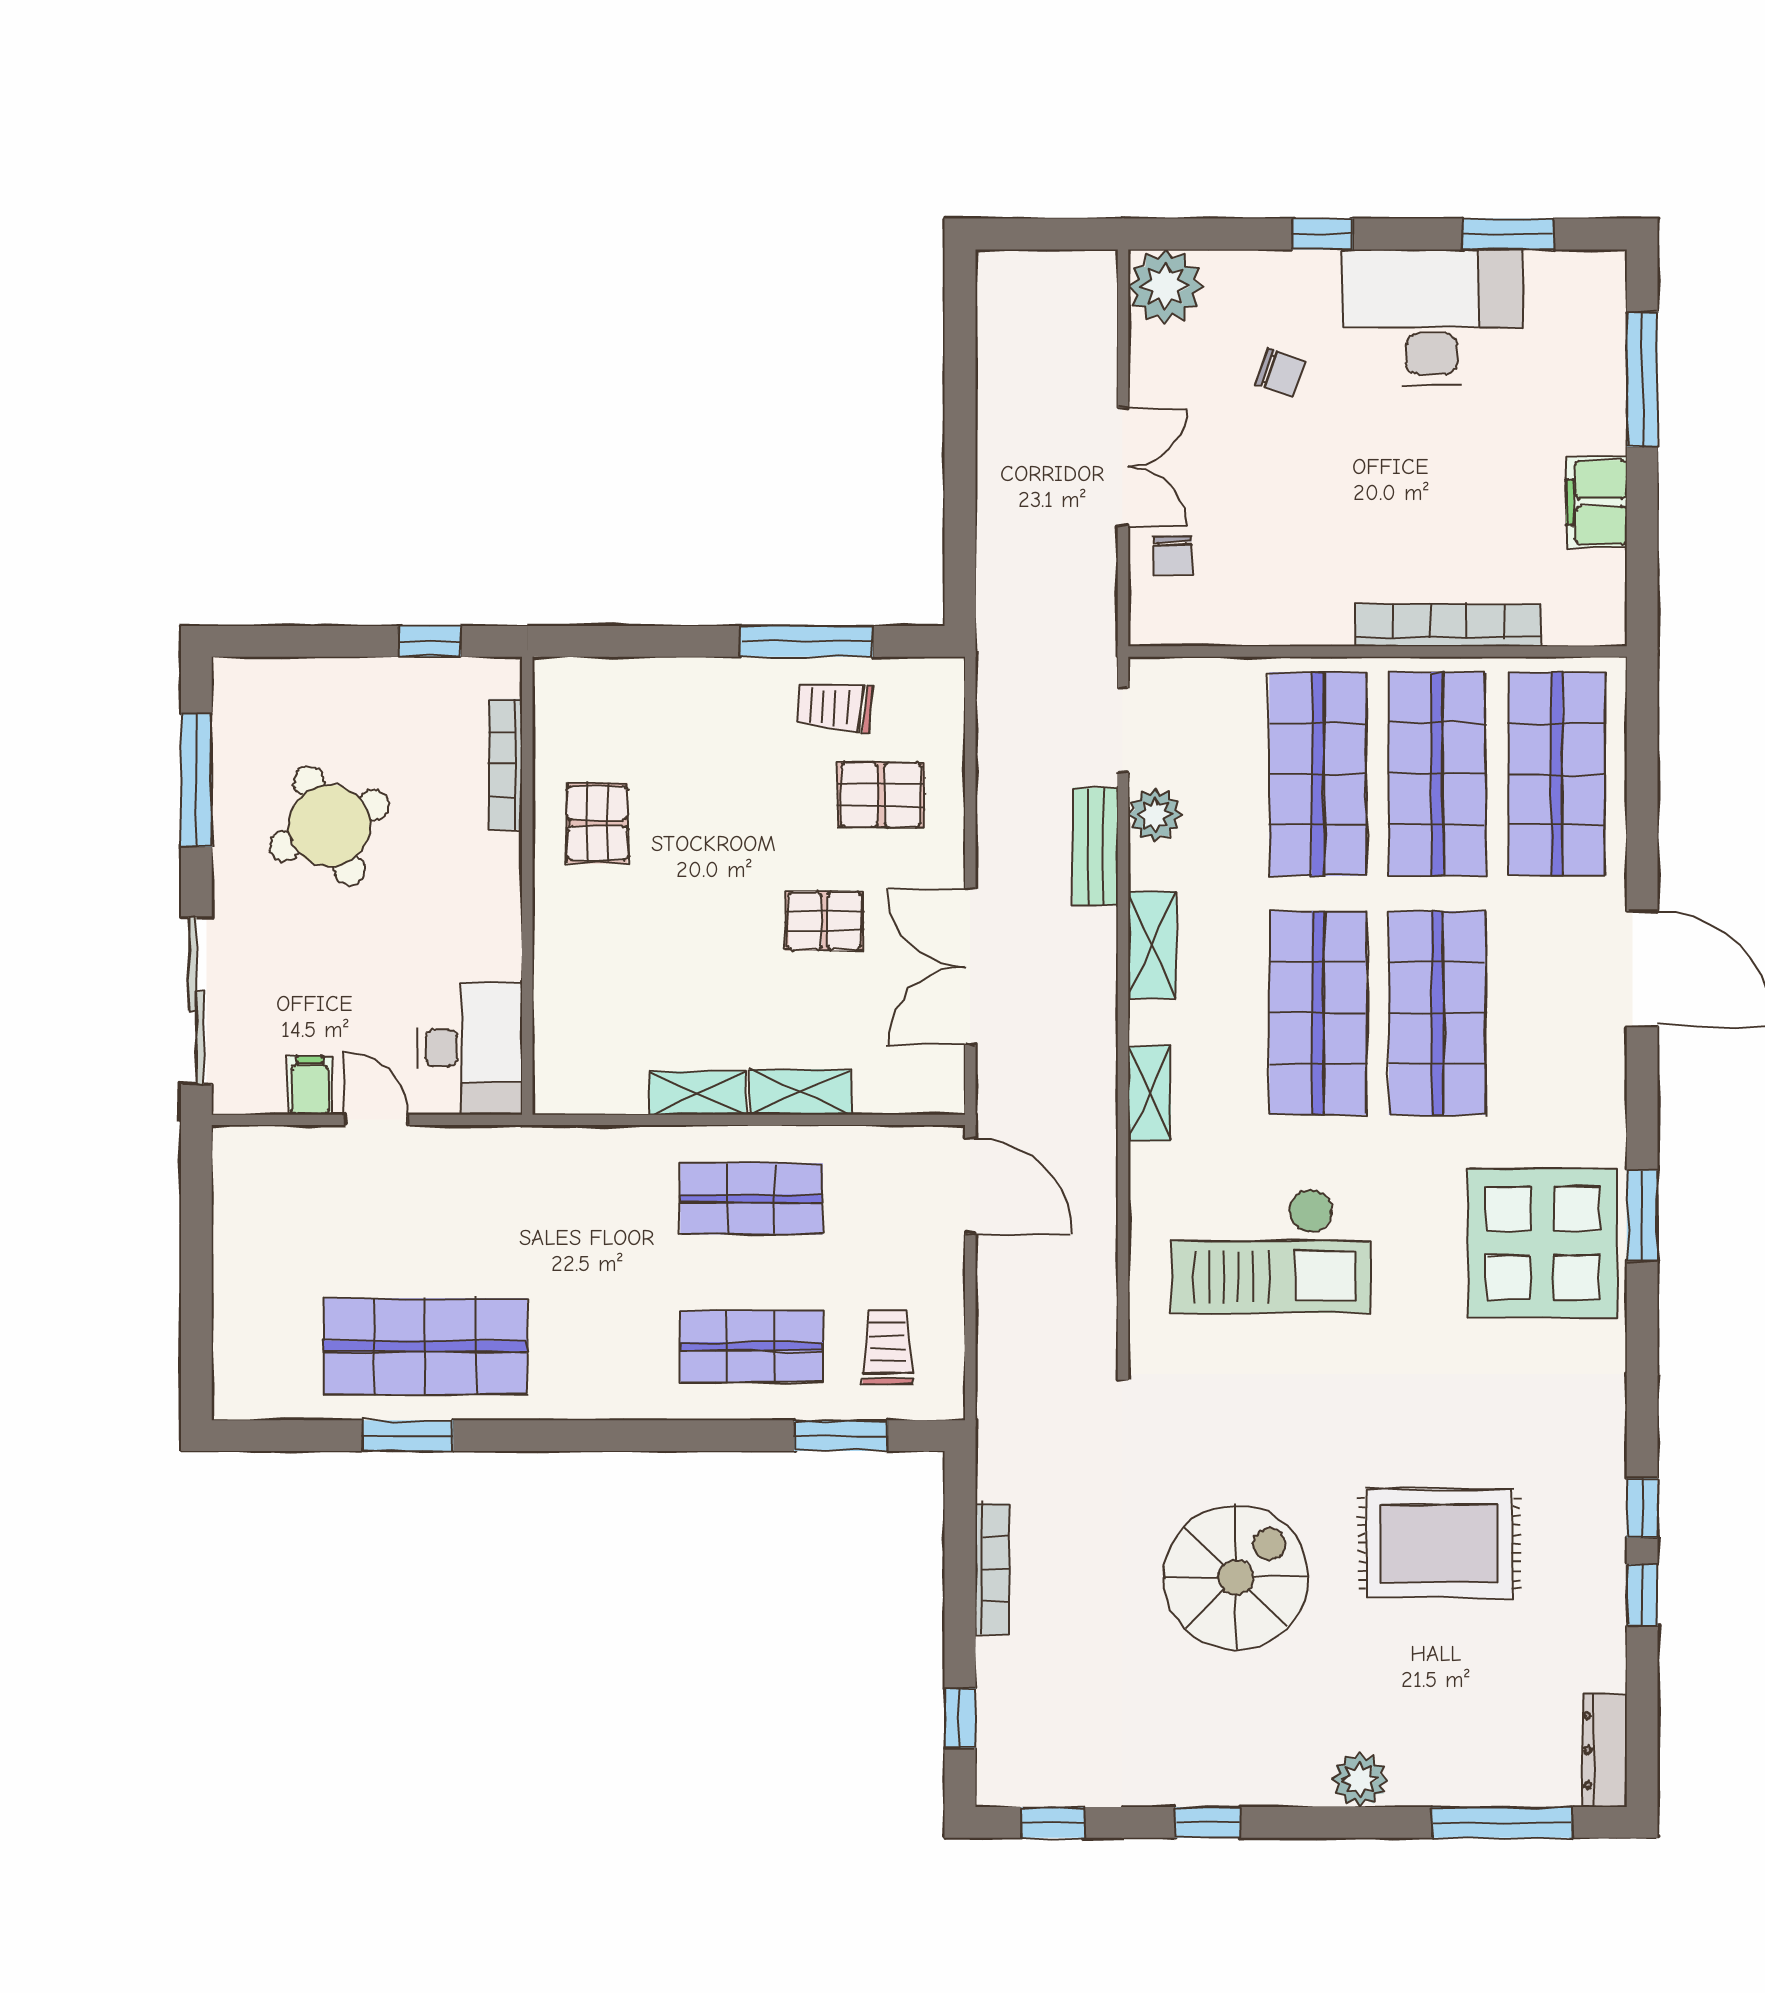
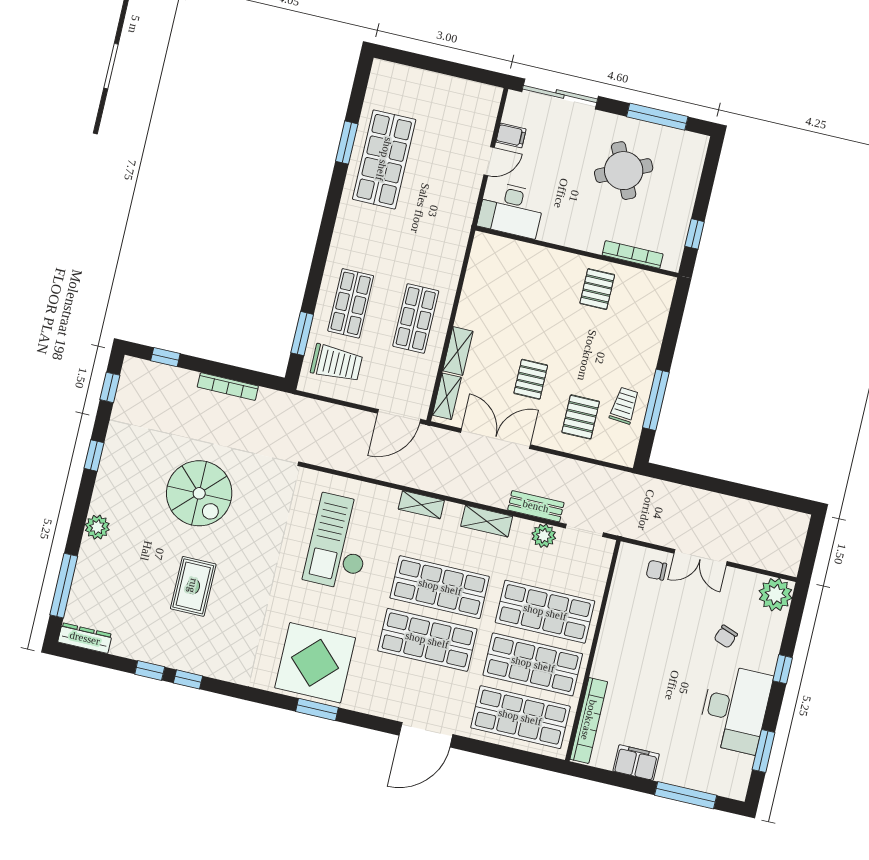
bookcase: (1448, 625) -> (589, 720), moved
pallet: (597, 823) -> (597, 289), turned 90
shelving: (698, 1093) -> (447, 396), moved
trolley: (887, 1347) -> (336, 363), width x1.36, depth x1.39
rug: (1439, 1543) -> (193, 586), width x0.73, depth x0.70

